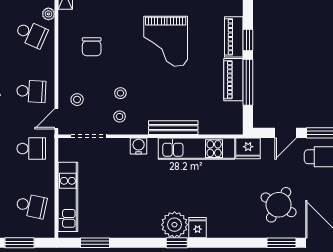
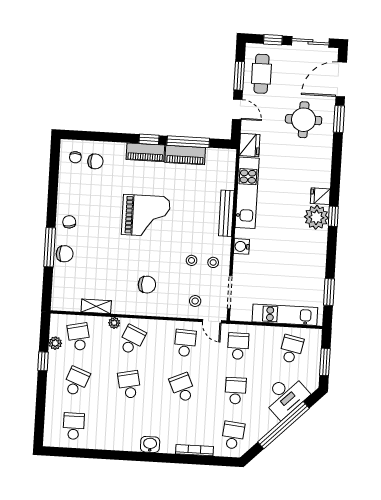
round table: (279, 205) -> (304, 120), turned -30

